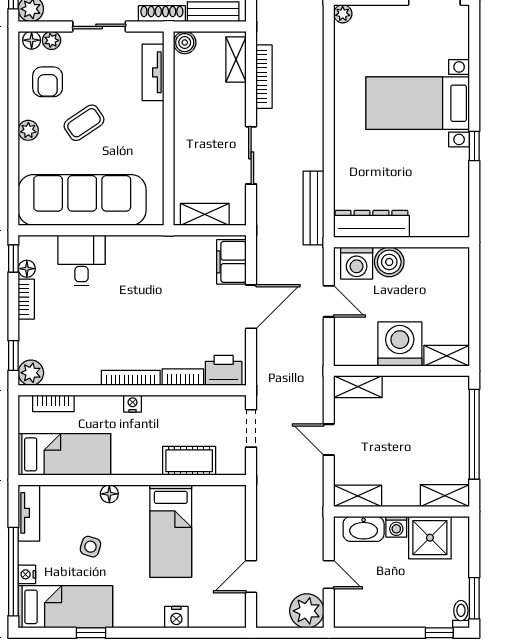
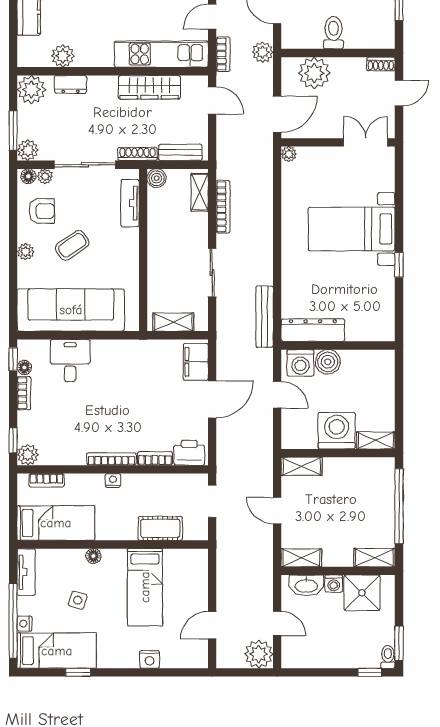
sliding door: (99, 26) -> (85, 165), width x1.37
armchair: (48, 82) -> (42, 211), turned -90

